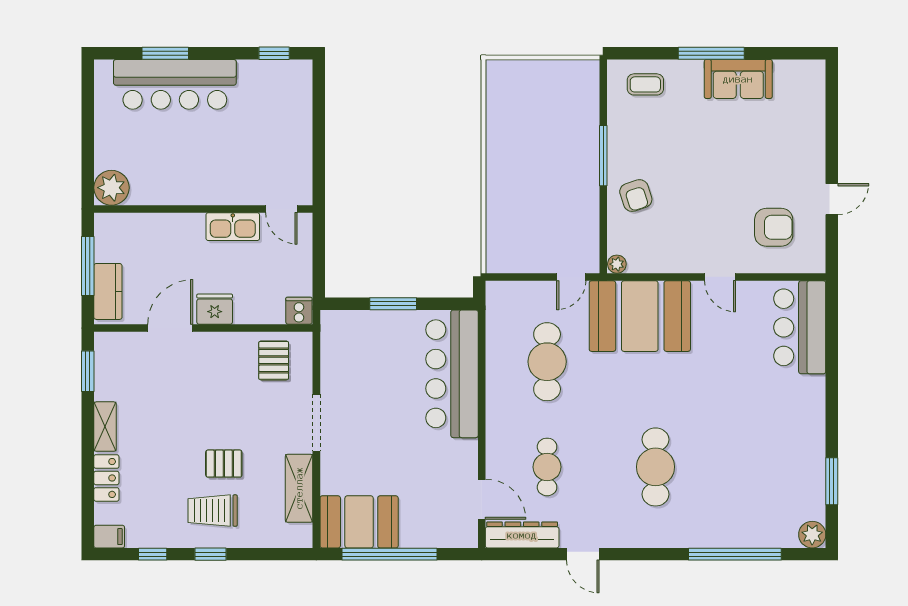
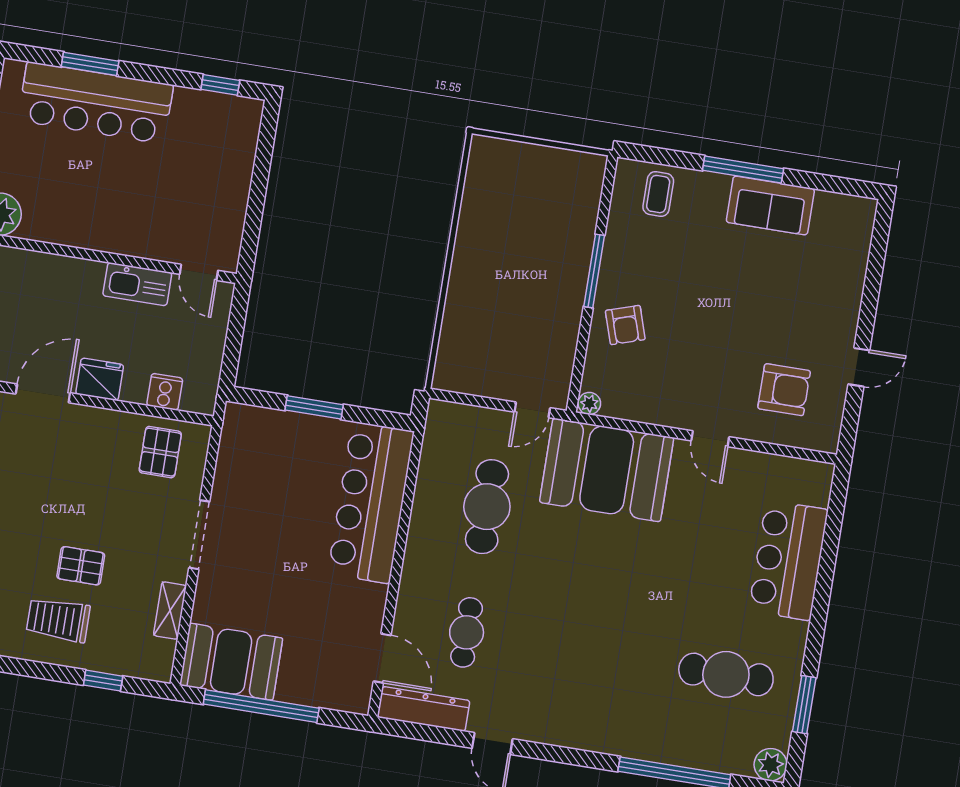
coffee table: (645, 84) -> (658, 194), turned 90
cooker: (299, 311) -> (165, 392), moved
bar counter: (800, 327) -> (788, 560), moved
cafe table: (656, 467) -> (726, 674), moved, turned 90
shelving: (299, 488) -> (170, 611), width x0.67, depth x0.75
window: (211, 554) -> (103, 681), moved

